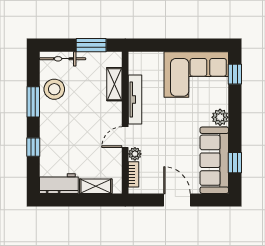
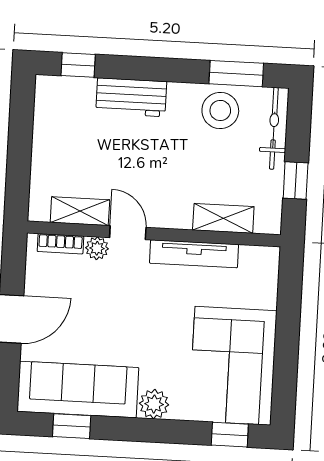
window: (91, 45) -> (296, 180), width x0.67
window: (33, 102) -> (236, 74), moved
window: (33, 147) -> (78, 65), moved
workbench: (59, 184) -> (131, 97), moved, turned 90
shelving: (96, 186) -> (80, 211), moved, turned 90

